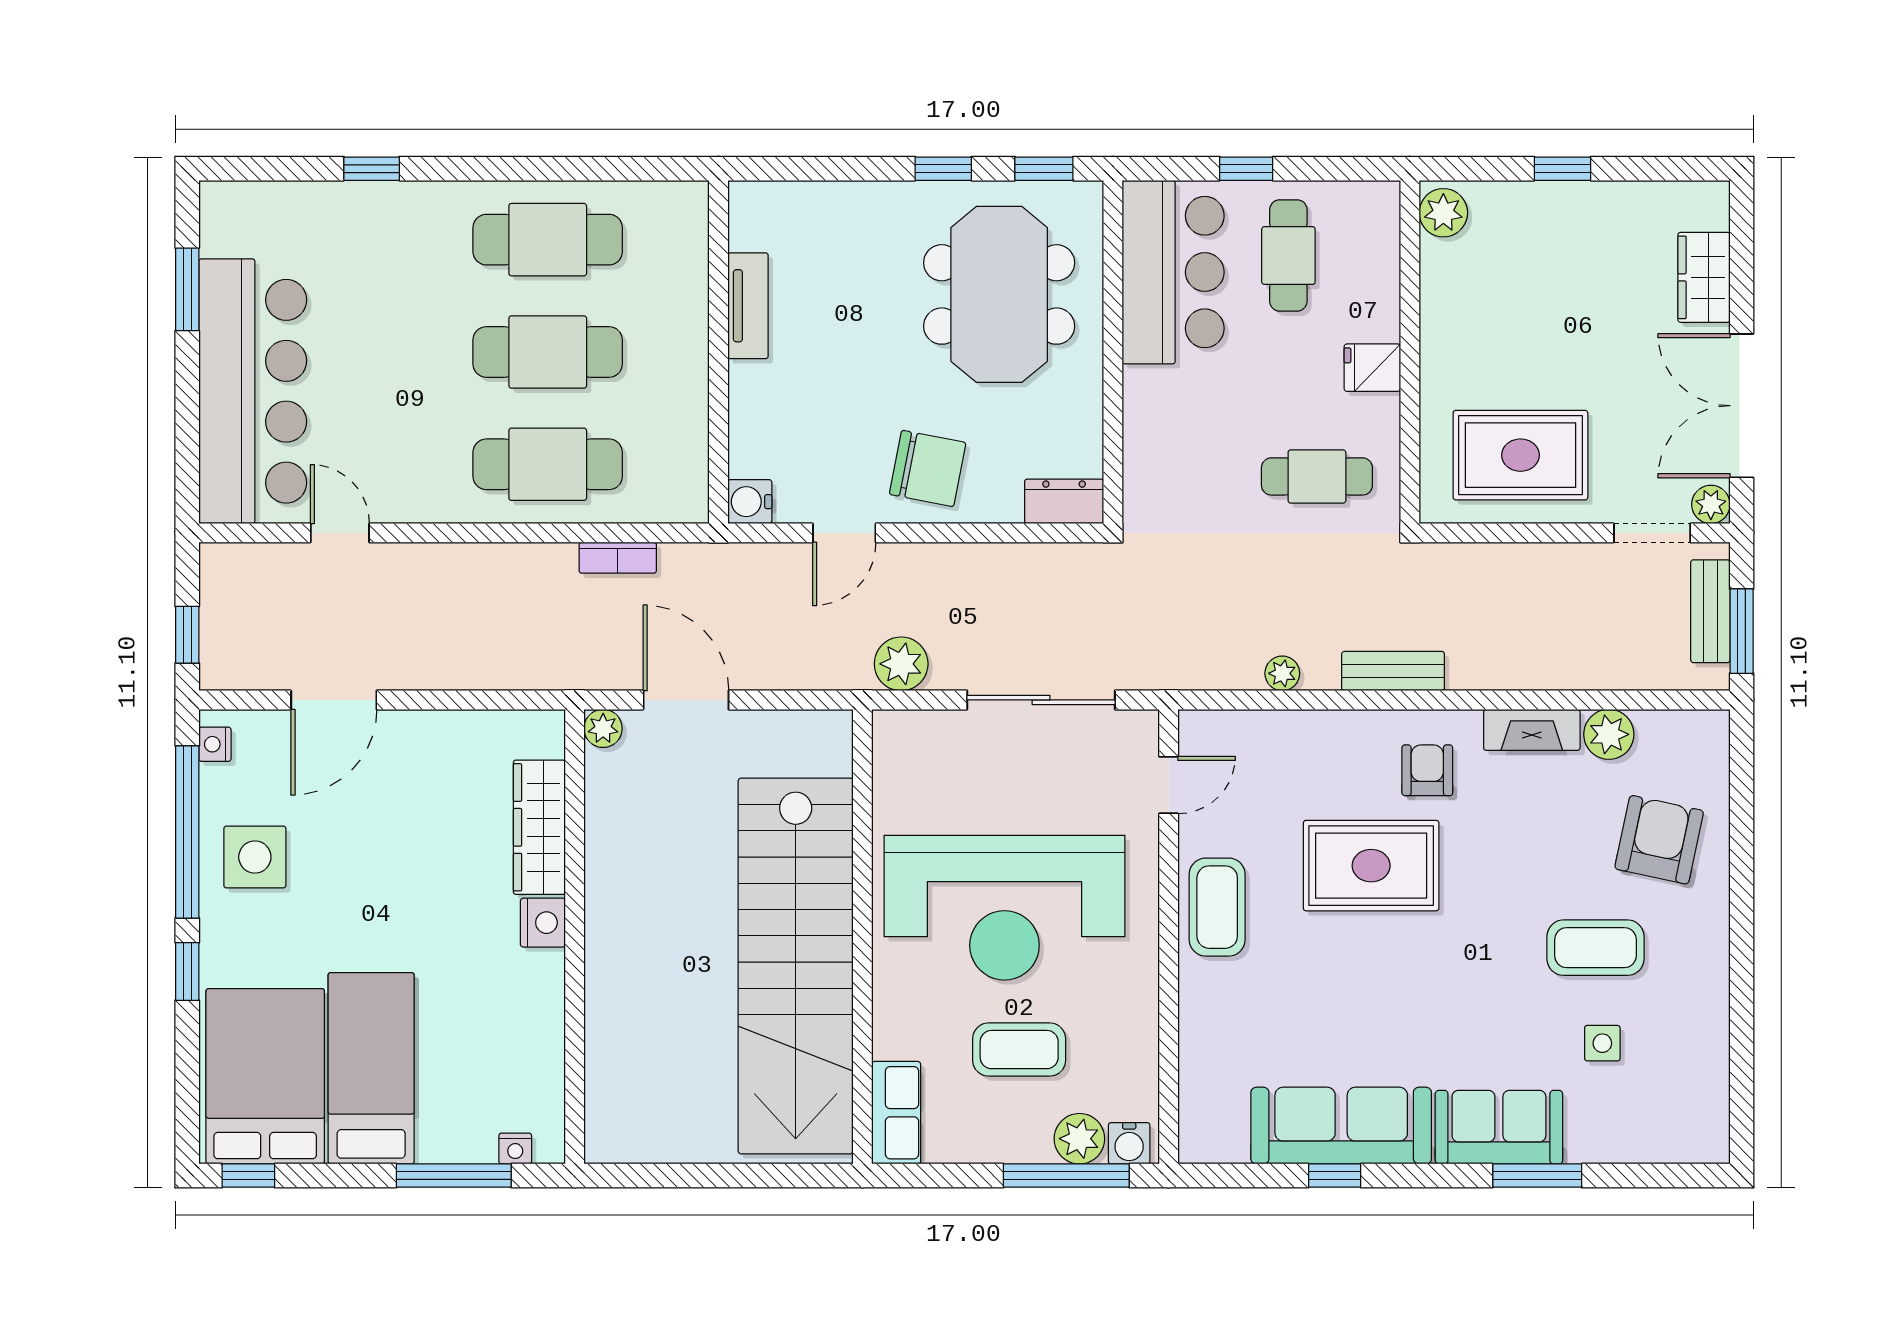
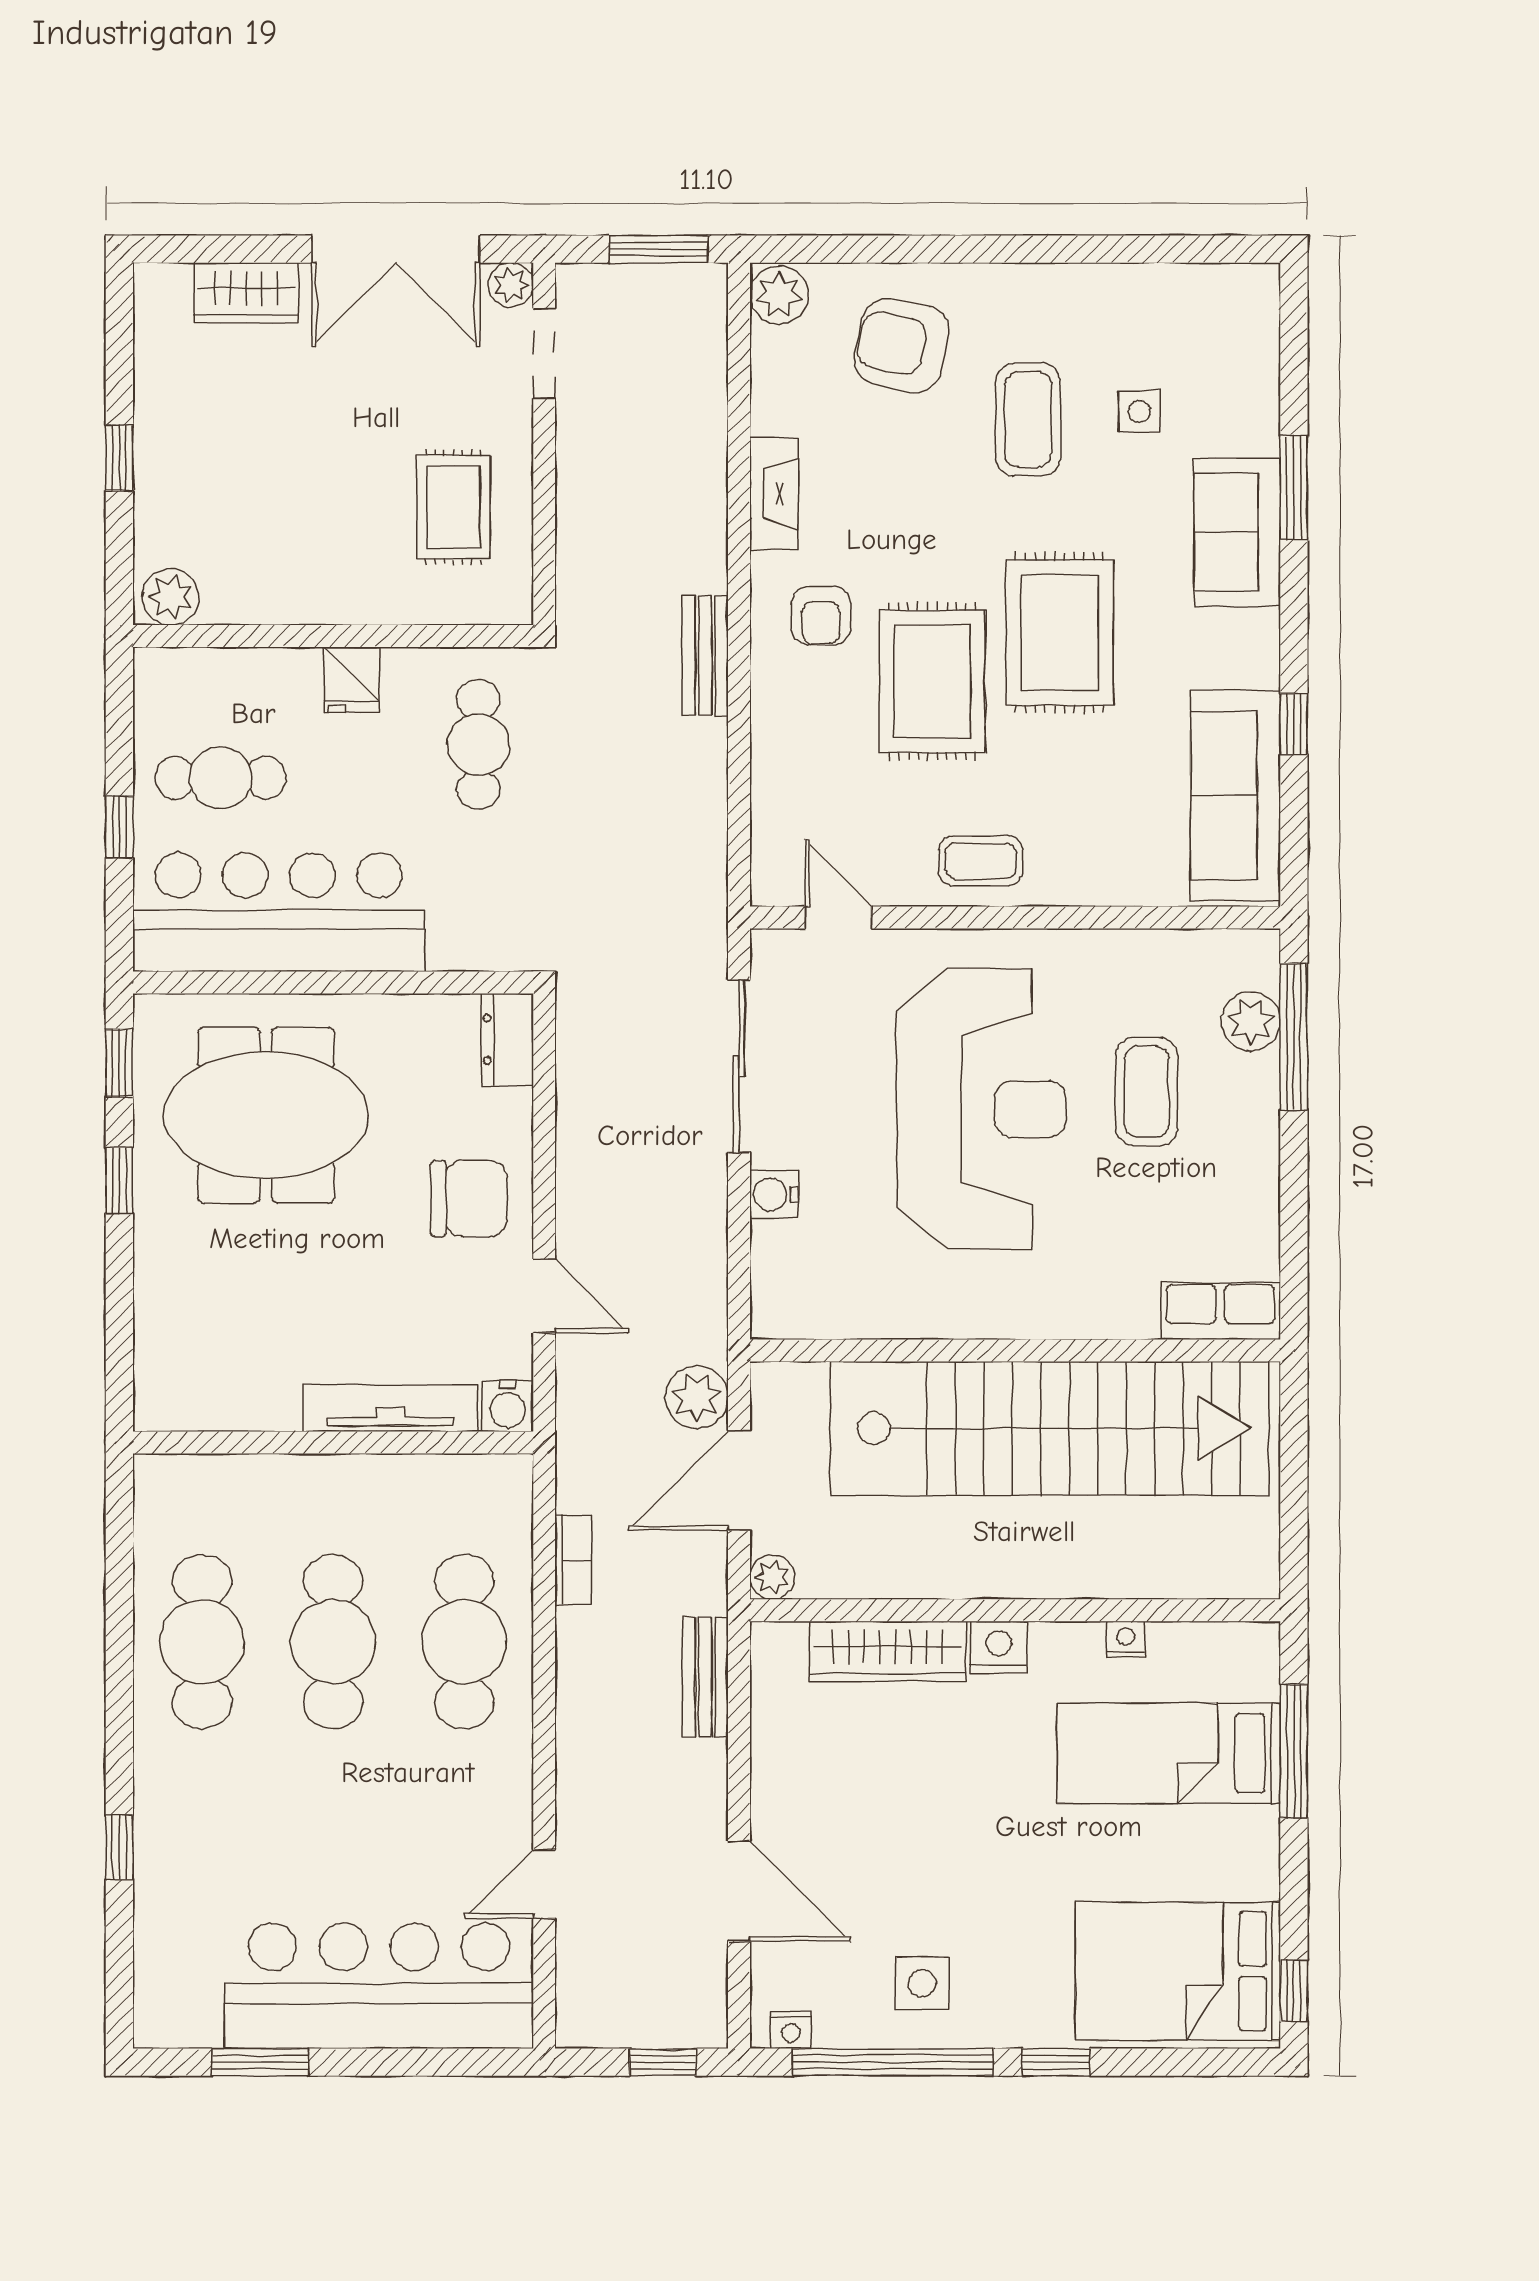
bar counter: (1173, 272) -> (279, 912), width x1.36
tv unit: (748, 306) -> (391, 1408), moved, width x1.41
rug: (1520, 455) -> (453, 507), width x0.73, depth x0.70
chair: (928, 468) -> (469, 1199), turned 79
bench: (1710, 611) -> (705, 1677), moved, turned 90
plant: (901, 664) -> (697, 1397), moved
plant: (1282, 673) -> (708, 785), removed
plant: (1609, 734) -> (779, 295), moved
armchair: (1427, 770) -> (821, 616), turned -90
side table: (255, 857) -> (922, 1983), width x0.73, depth x0.73
coffee table: (1217, 907) -> (981, 861), width x0.73, depth x0.77
wall: (862, 937) -> (1015, 1350), moved
stairs: (796, 966) -> (1049, 1428), moved
rug: (1413, 975) -> (1059, 633), added
bed: (371, 1068) -> (1169, 1753), moved
row of seats: (896, 1113) -> (1220, 1311), moved
sofa: (1341, 1126) -> (1235, 796), moved
water cooler: (1129, 1143) -> (774, 1194), moved, turned 180
nightstand: (515, 1149) -> (1126, 1639), moved, turned -90

